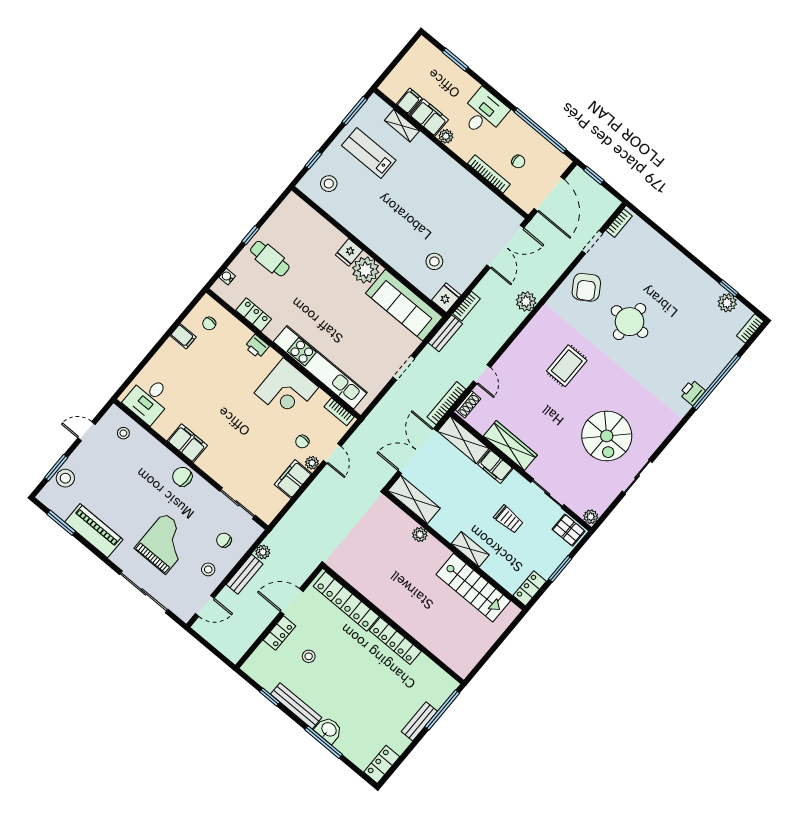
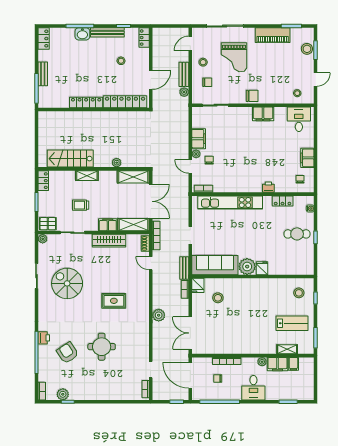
armchair: (586, 287) -> (68, 353), moved
filing cabinet: (183, 336) -> (307, 158), width x2.00
rug: (567, 366) -> (114, 301), turned 90
corner desk: (286, 390) -> (237, 178), removed
locker: (279, 633) -> (144, 38), moved

